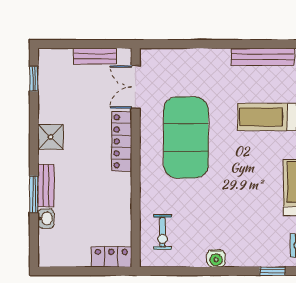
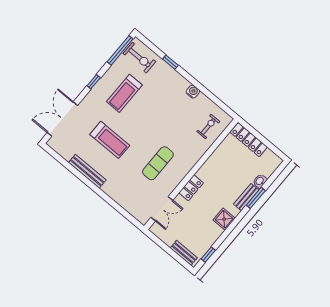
bench: (95, 56) -> (184, 253), moved
exercise mat: (186, 137) -> (158, 163), width x0.50, depth x0.69
locker: (122, 141) -> (191, 188), width x0.66
locker: (111, 257) -> (249, 140), width x1.53

